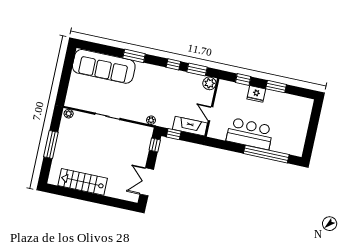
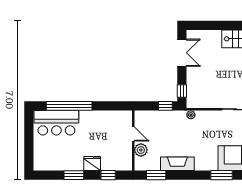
window: (173, 64) -> (181, 175), removed
plant: (209, 83) -> (141, 150), moved
fireplace: (190, 126) -> (177, 164), moved, turned 180
bar counter: (250, 134) -> (56, 123), moved

